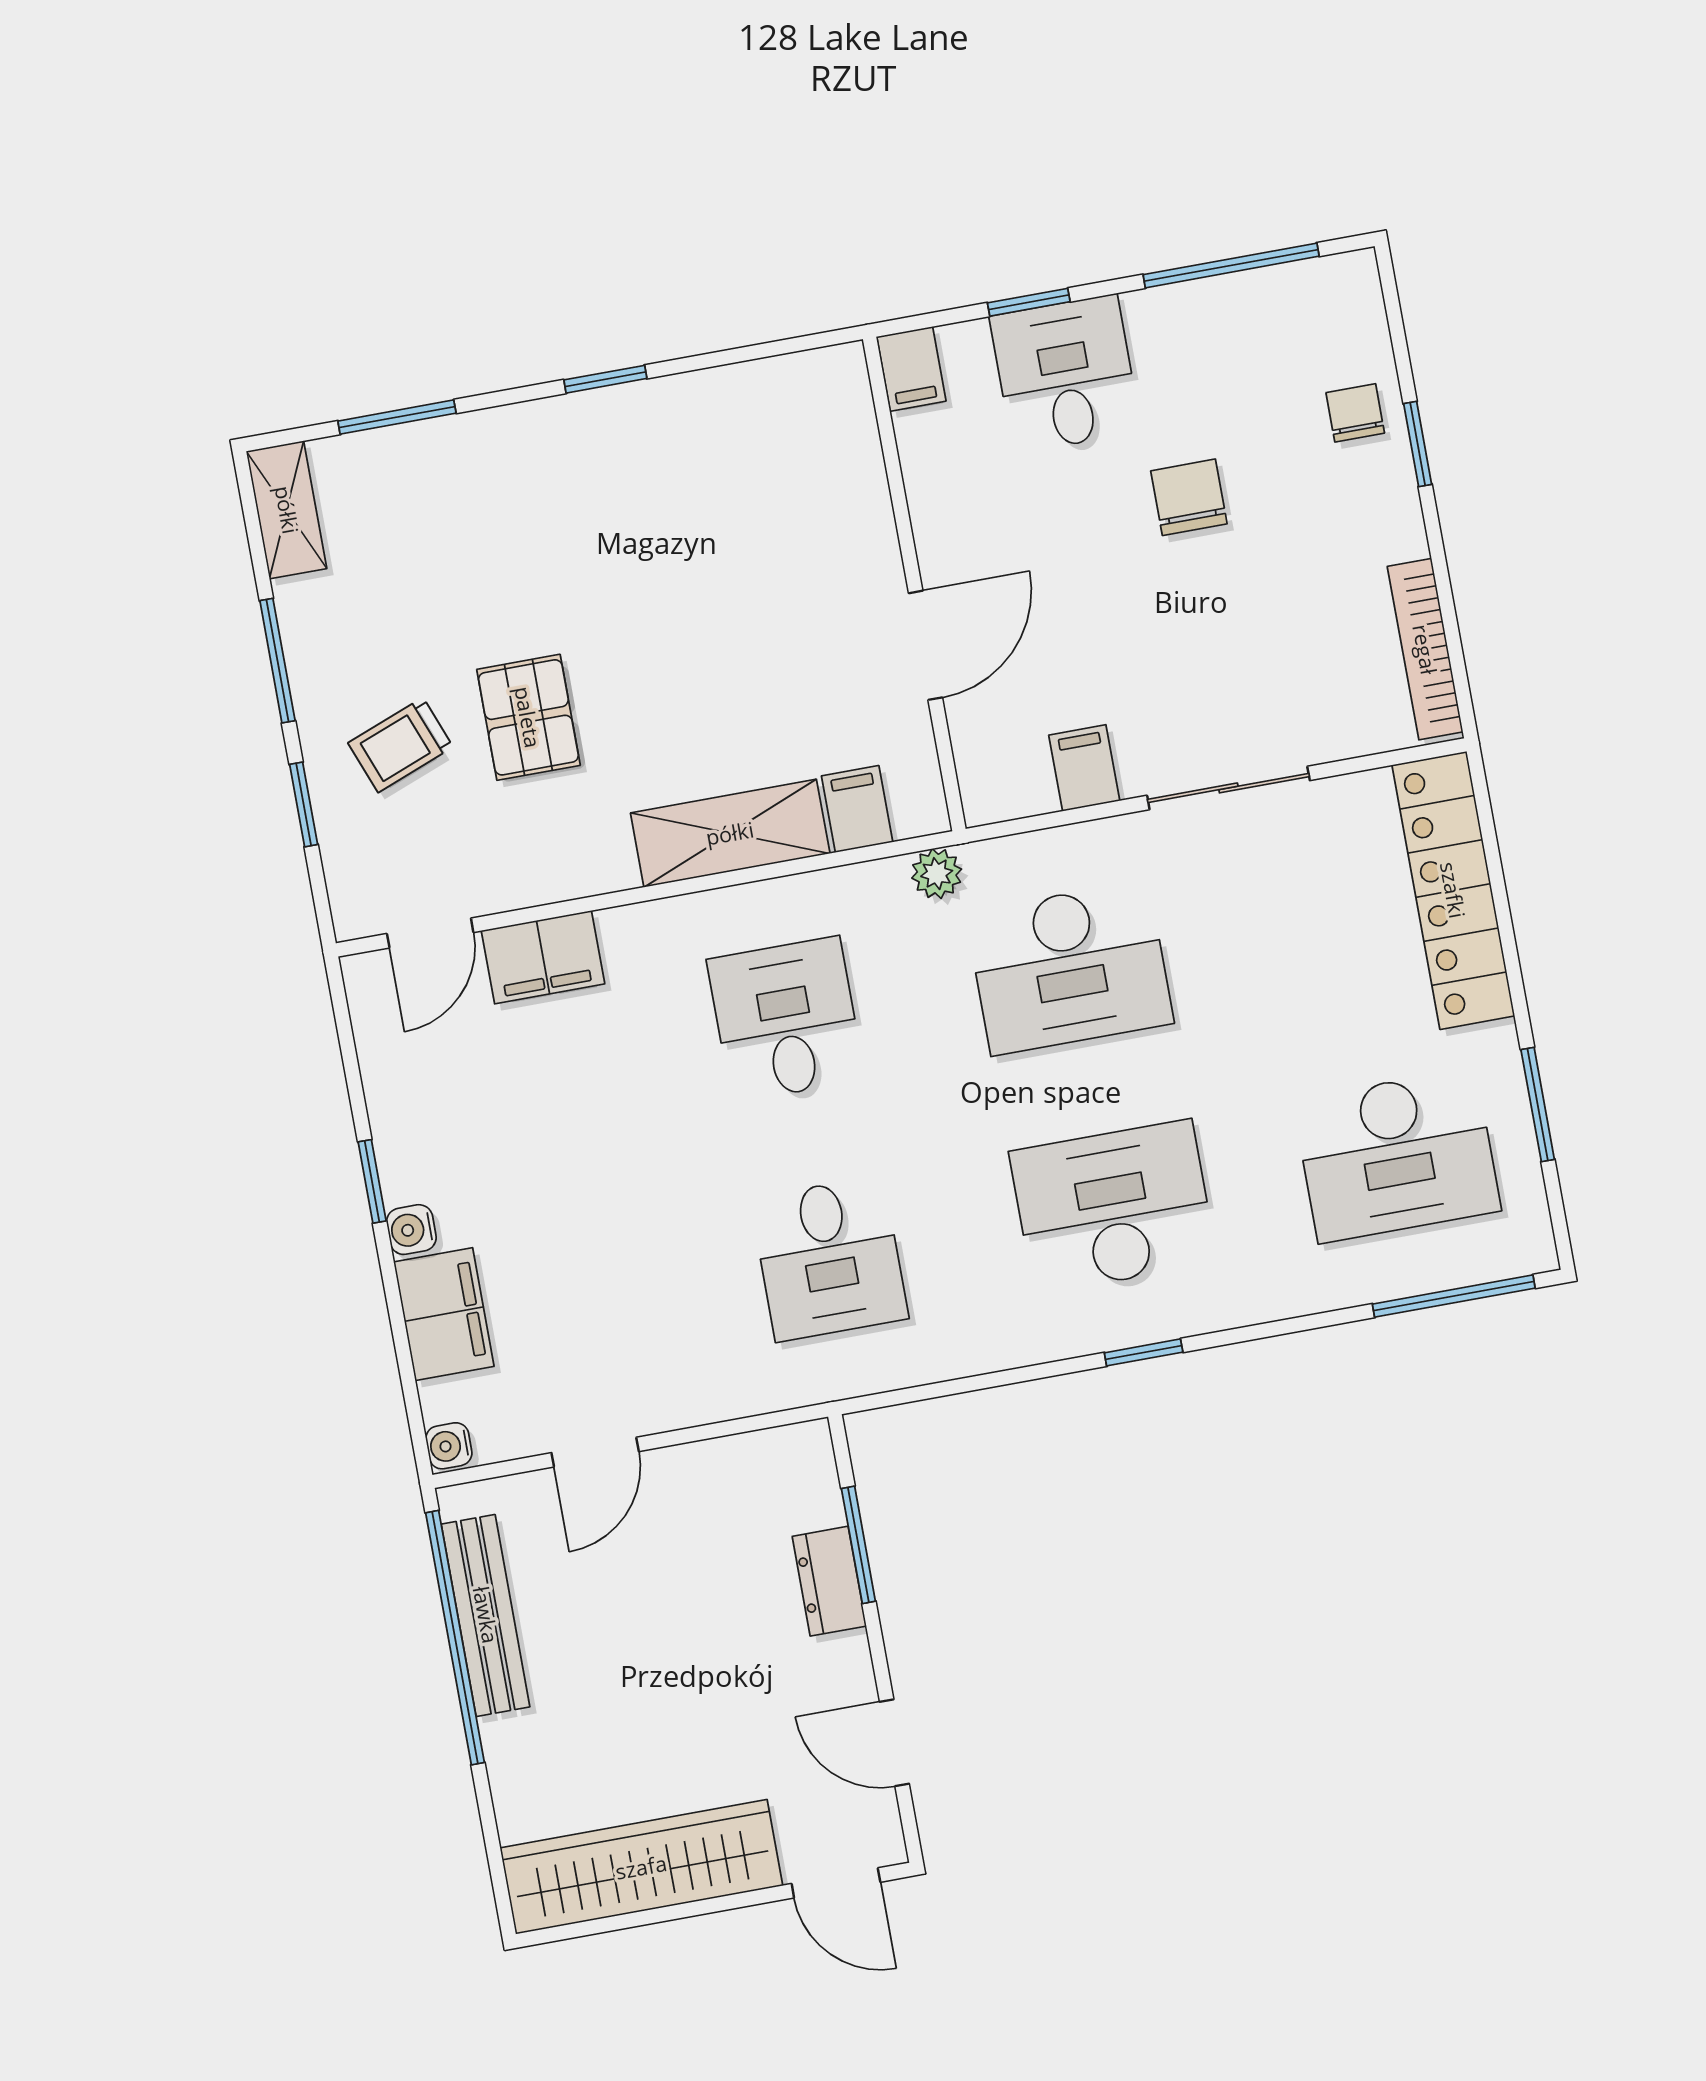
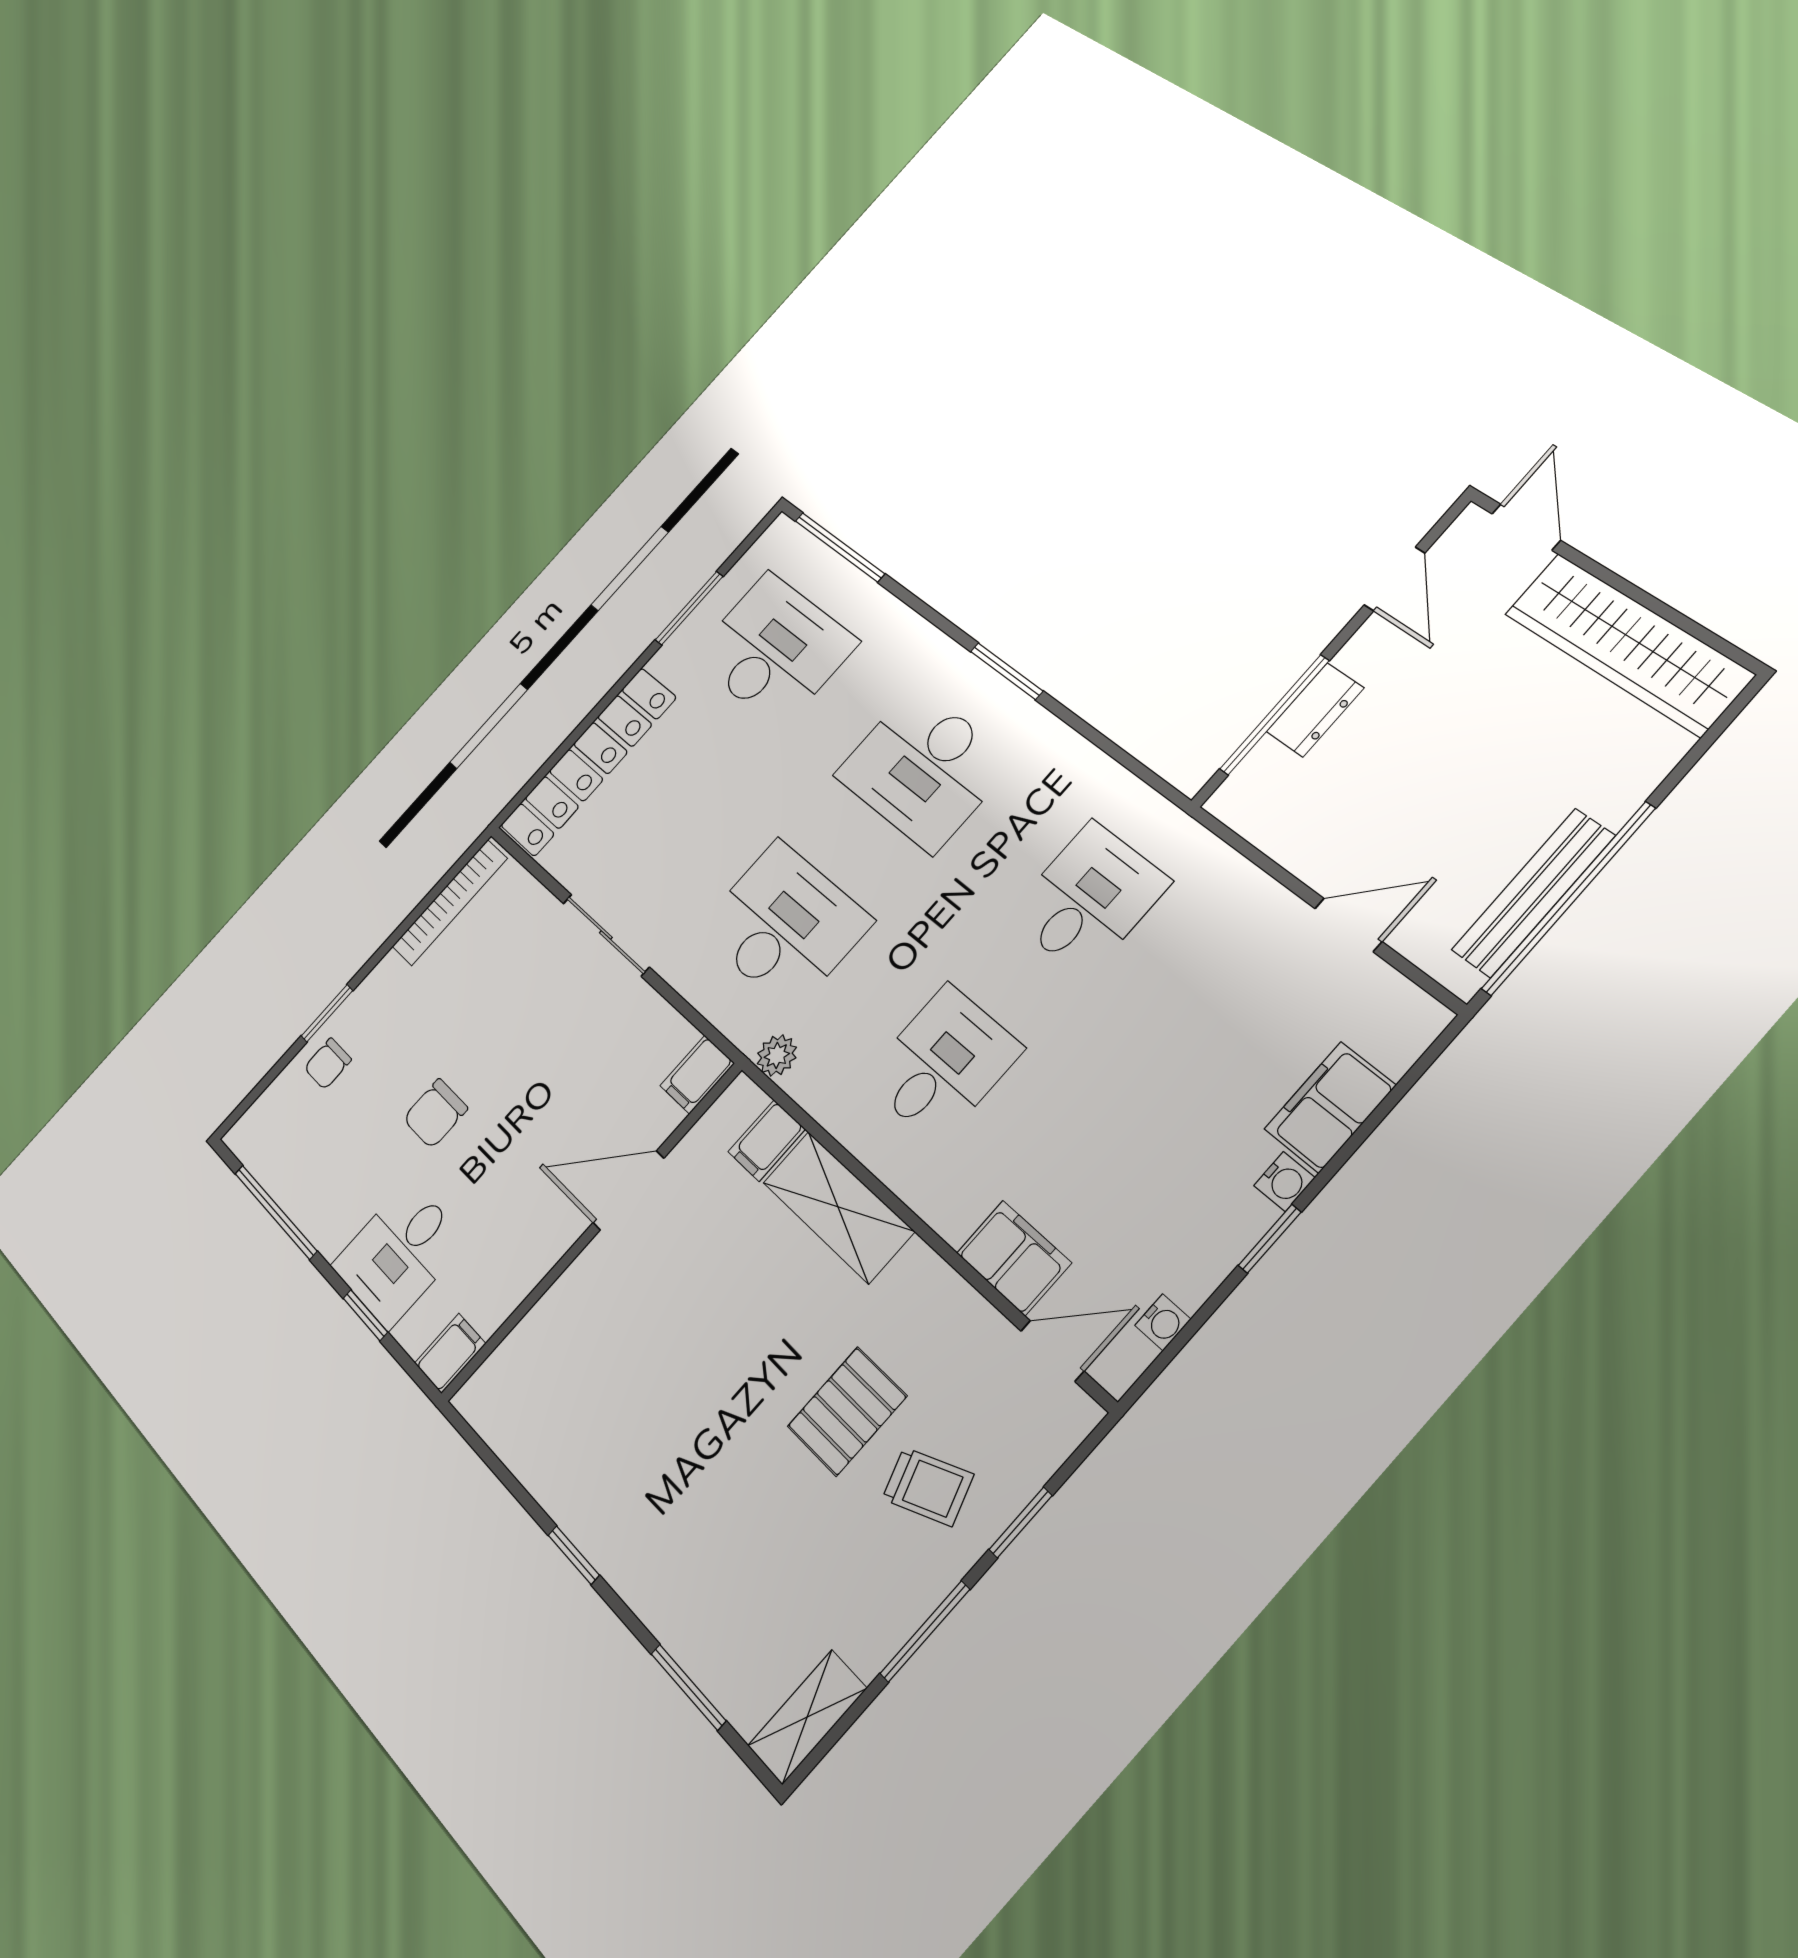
filing cabinet: (1084, 768) -> (697, 1075), moved
desk: (786, 1019) -> (943, 1064), turned 180
window: (1144, 1352) -> (1007, 671), width x1.50
water cooler: (449, 1446) -> (1163, 1322), moved
window: (858, 1545) -> (1274, 715), width x1.44

